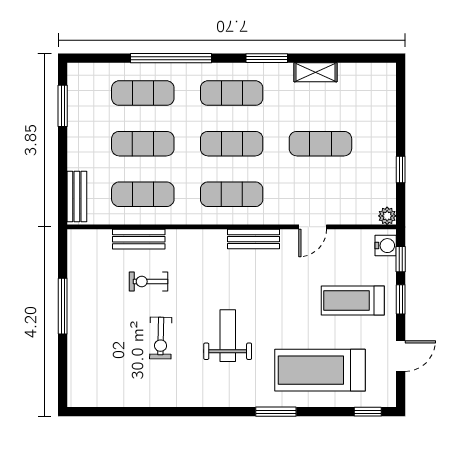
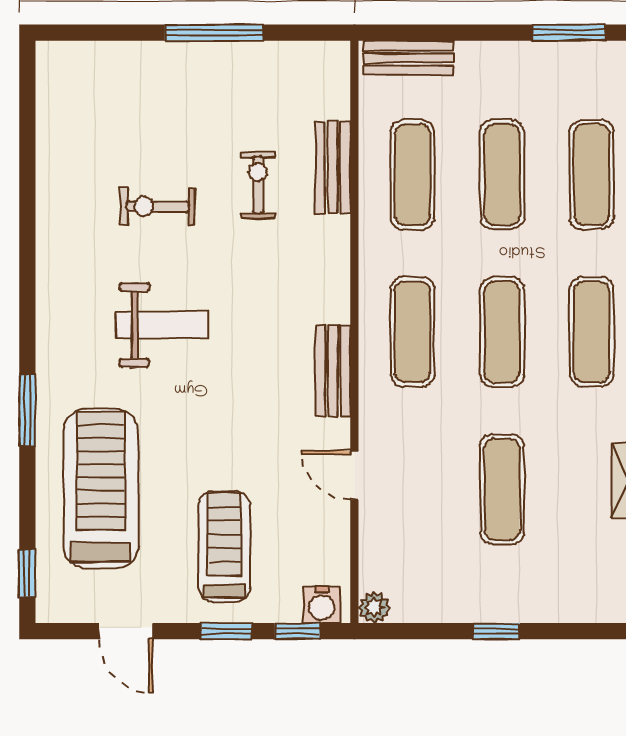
window: (401, 169) -> (496, 631), moved

